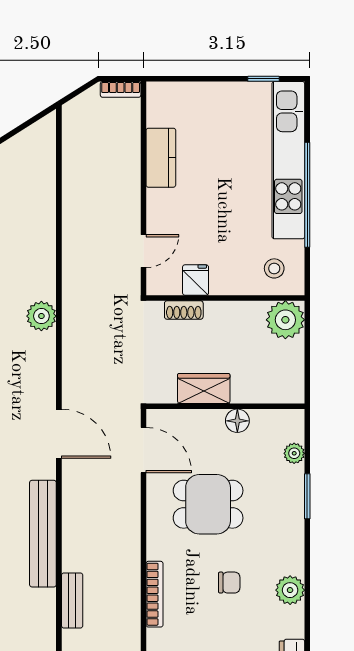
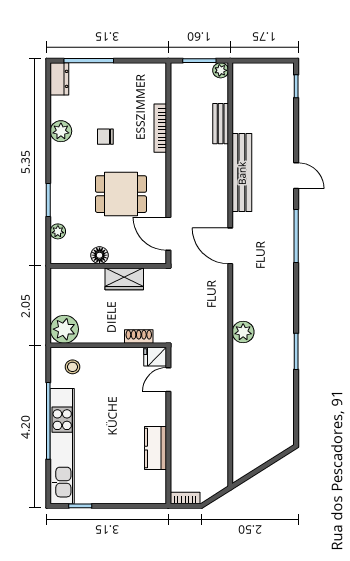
fridge: (196, 280) -> (155, 357), moved, turned 90

